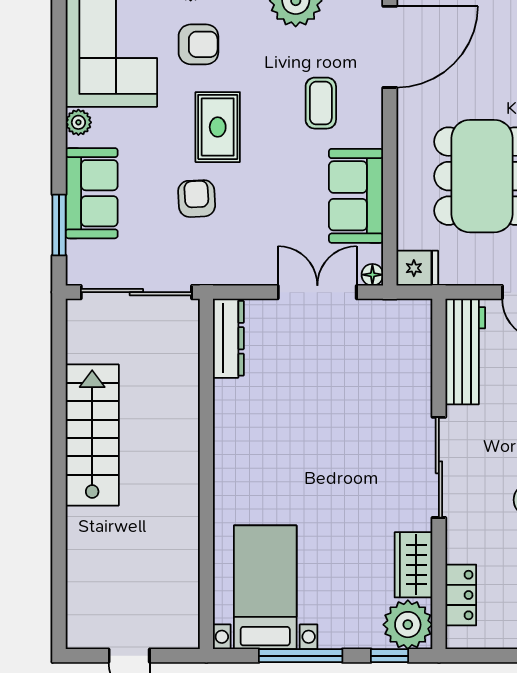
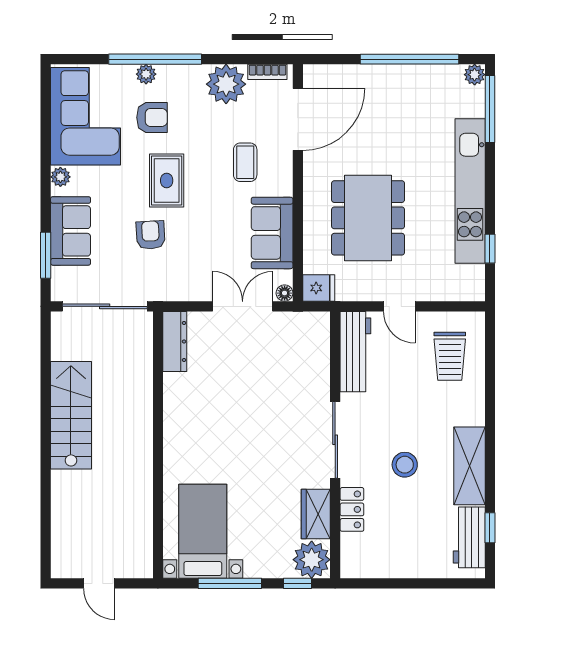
locker: (461, 595) -> (352, 509), moved

